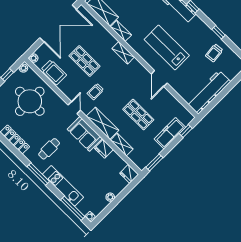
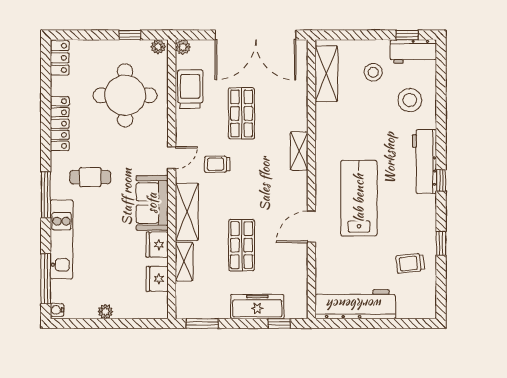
shelving: (121, 31) -> (323, 121), removed
trolley: (54, 72) -> (190, 89), turned 180
fridge: (129, 174) -> (157, 279), moved

